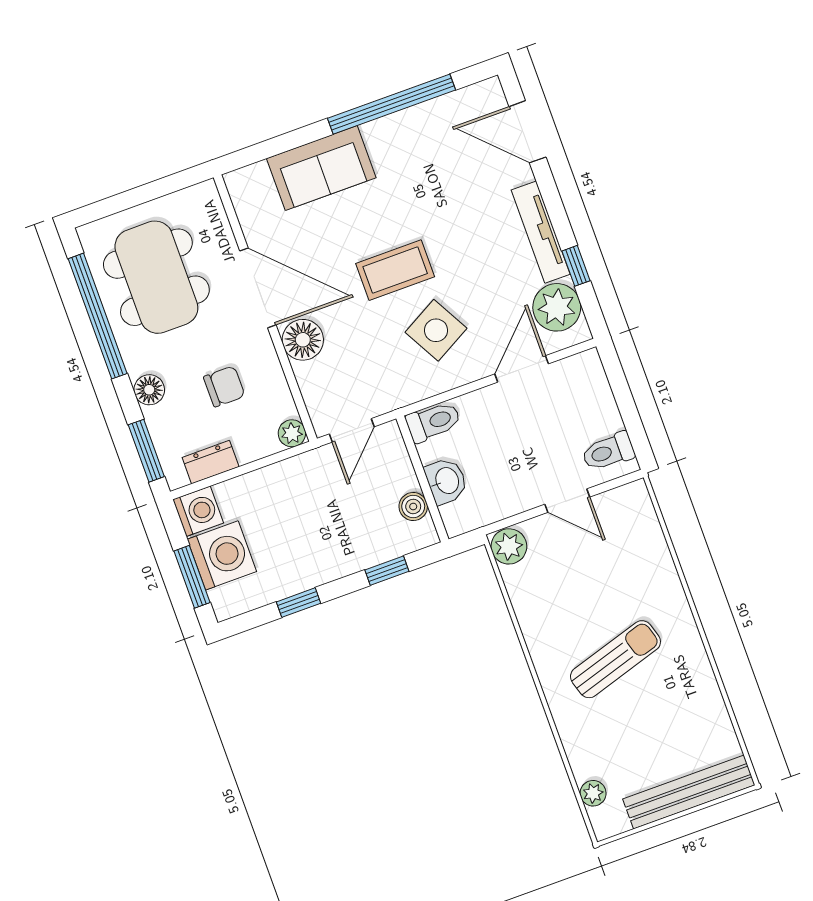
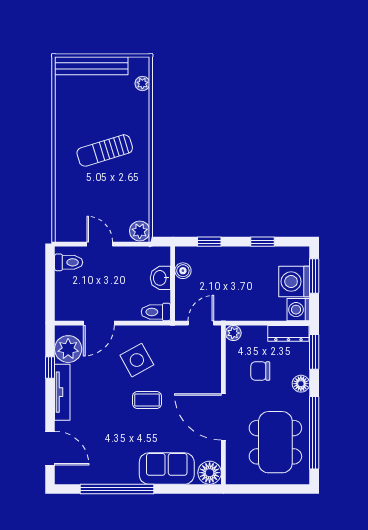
coffee table: (395, 270) -> (147, 400), width x0.73, depth x0.77
floor lamp: (303, 340) -> (210, 473), moved
dresser: (211, 462) -> (288, 333), width x1.44

